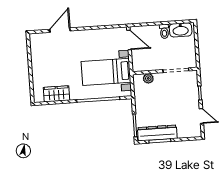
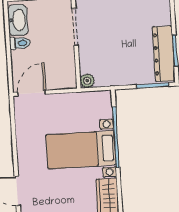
bed with nightstands: (106, 72) -> (81, 150), moved, turned 90
plant: (148, 78) -> (87, 81), moved

